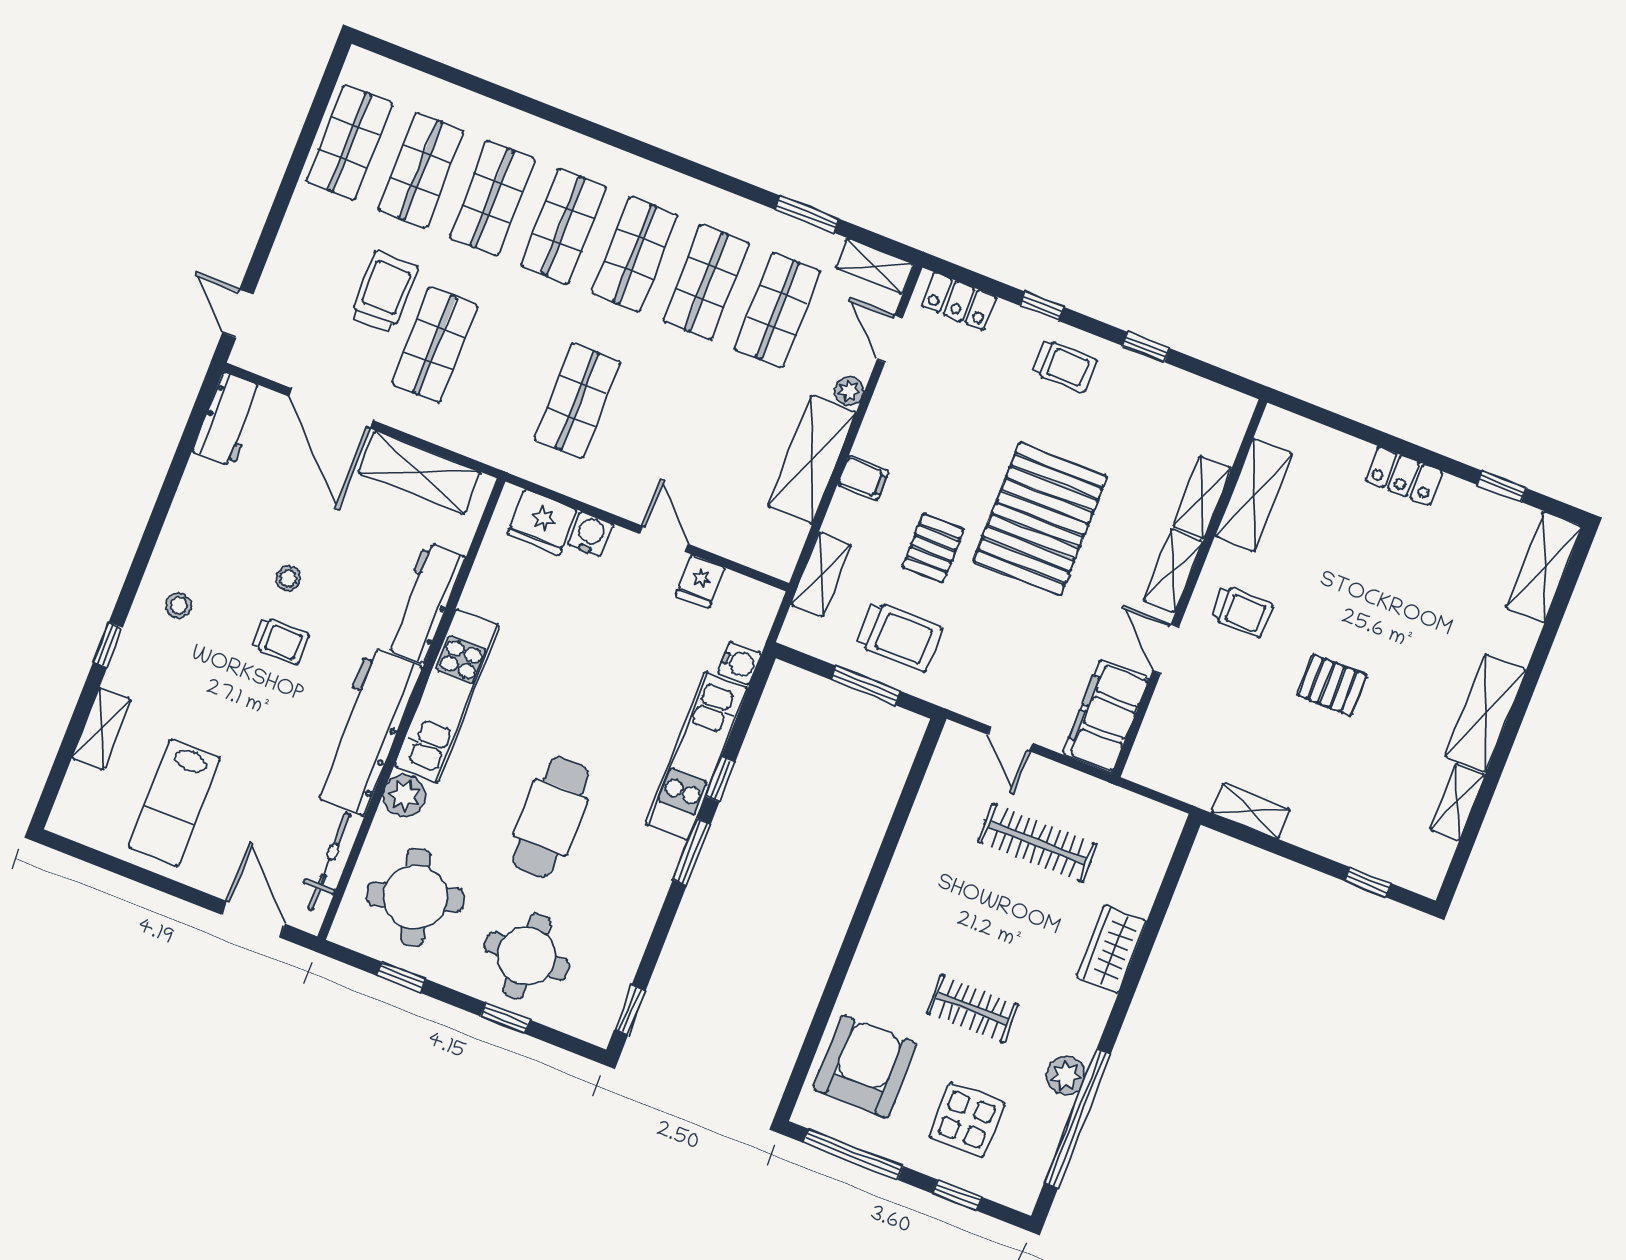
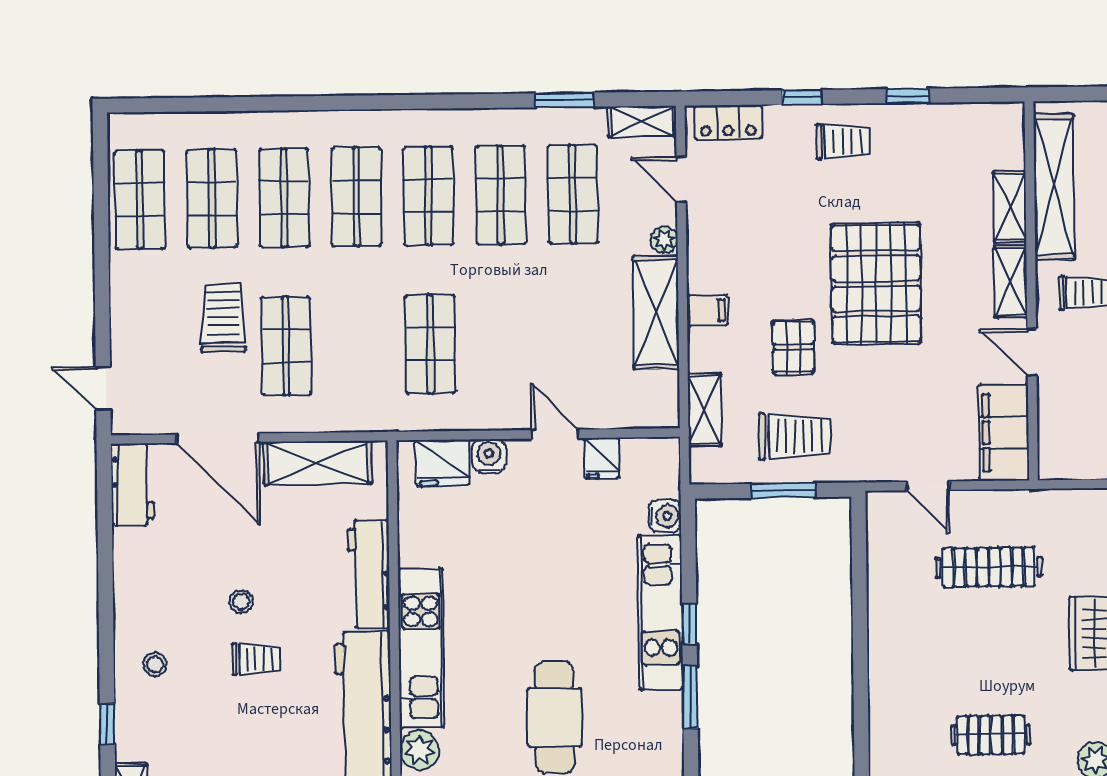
shelving: (1254, 495) -> (1054, 187), width x1.47

